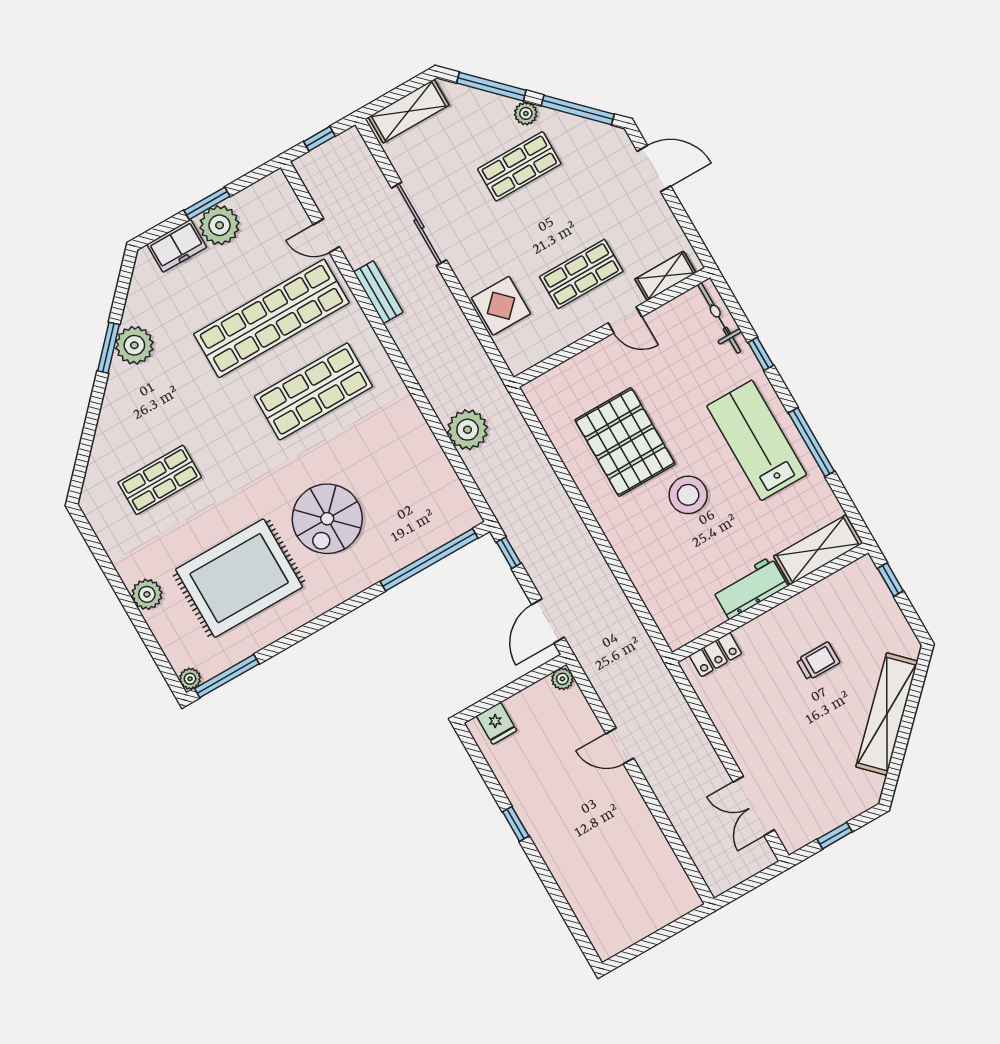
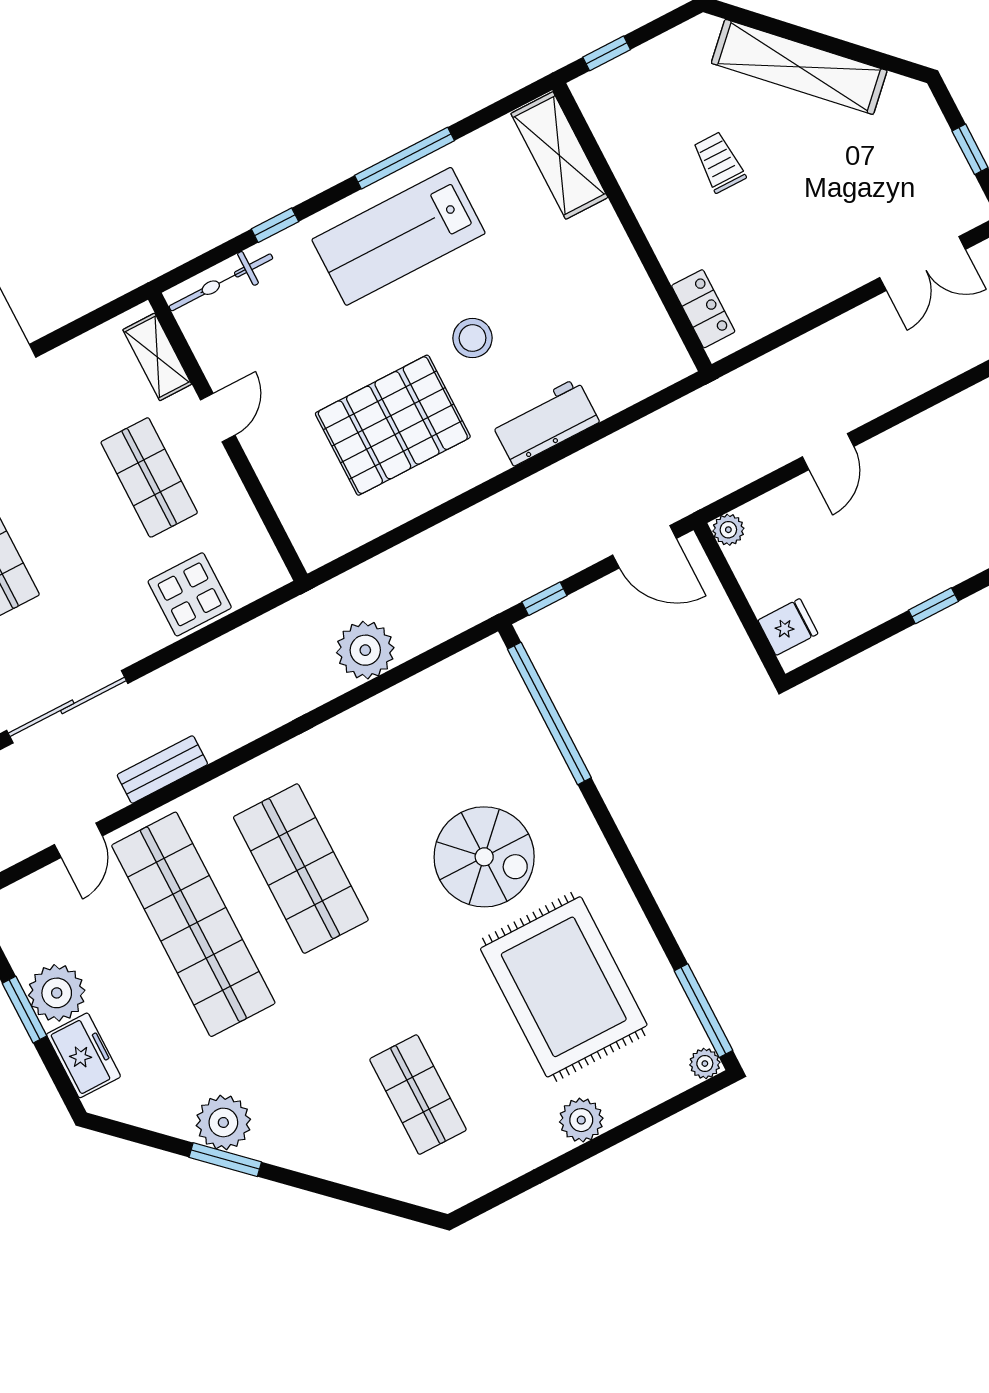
stool: (688, 495) -> (473, 338), width x0.73, depth x0.73
workbench: (750, 588) -> (545, 422), moved, turned 90

